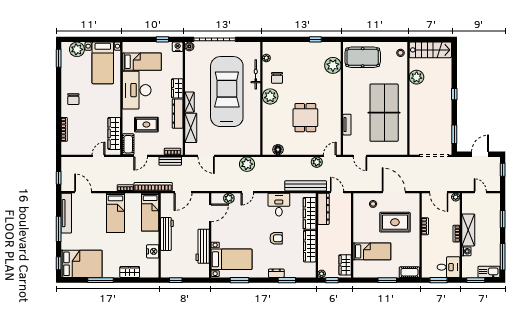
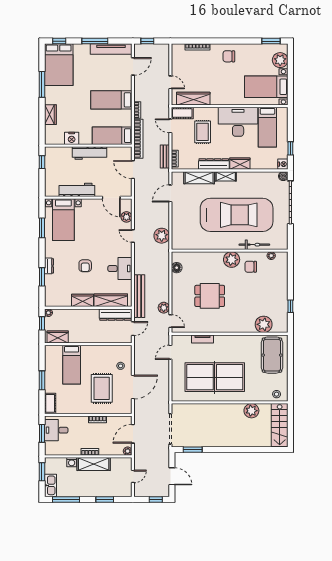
window: (454, 94) -> (234, 450), removed
wardrobe: (310, 246) -> (82, 300), width x0.67
desk: (449, 267) -> (56, 430), moved, turned 90

